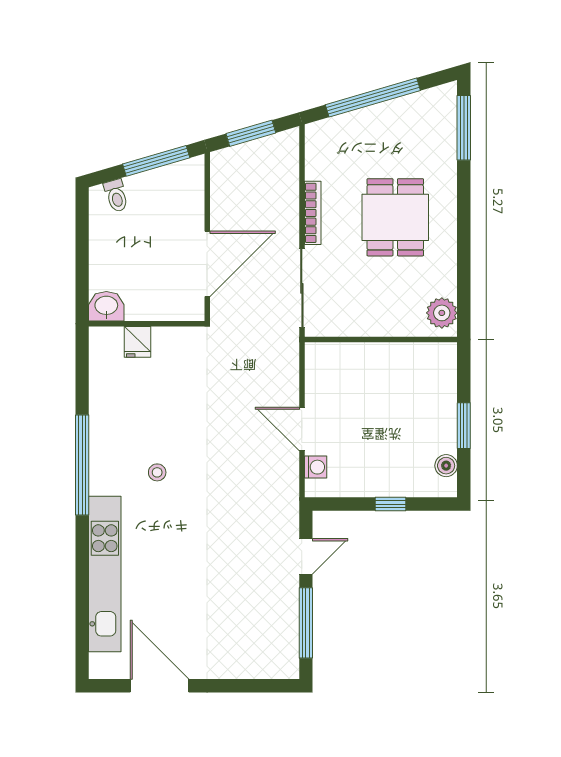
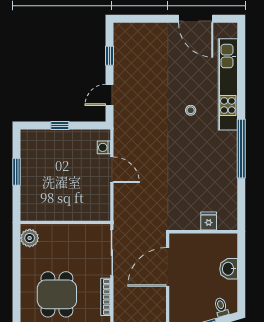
washbasin: (106, 306) -> (229, 269), moved, turned 90
boiler: (446, 466) -> (27, 148), removed
stool: (157, 472) -> (191, 110), moved
window: (306, 623) -> (110, 56), width x0.46

